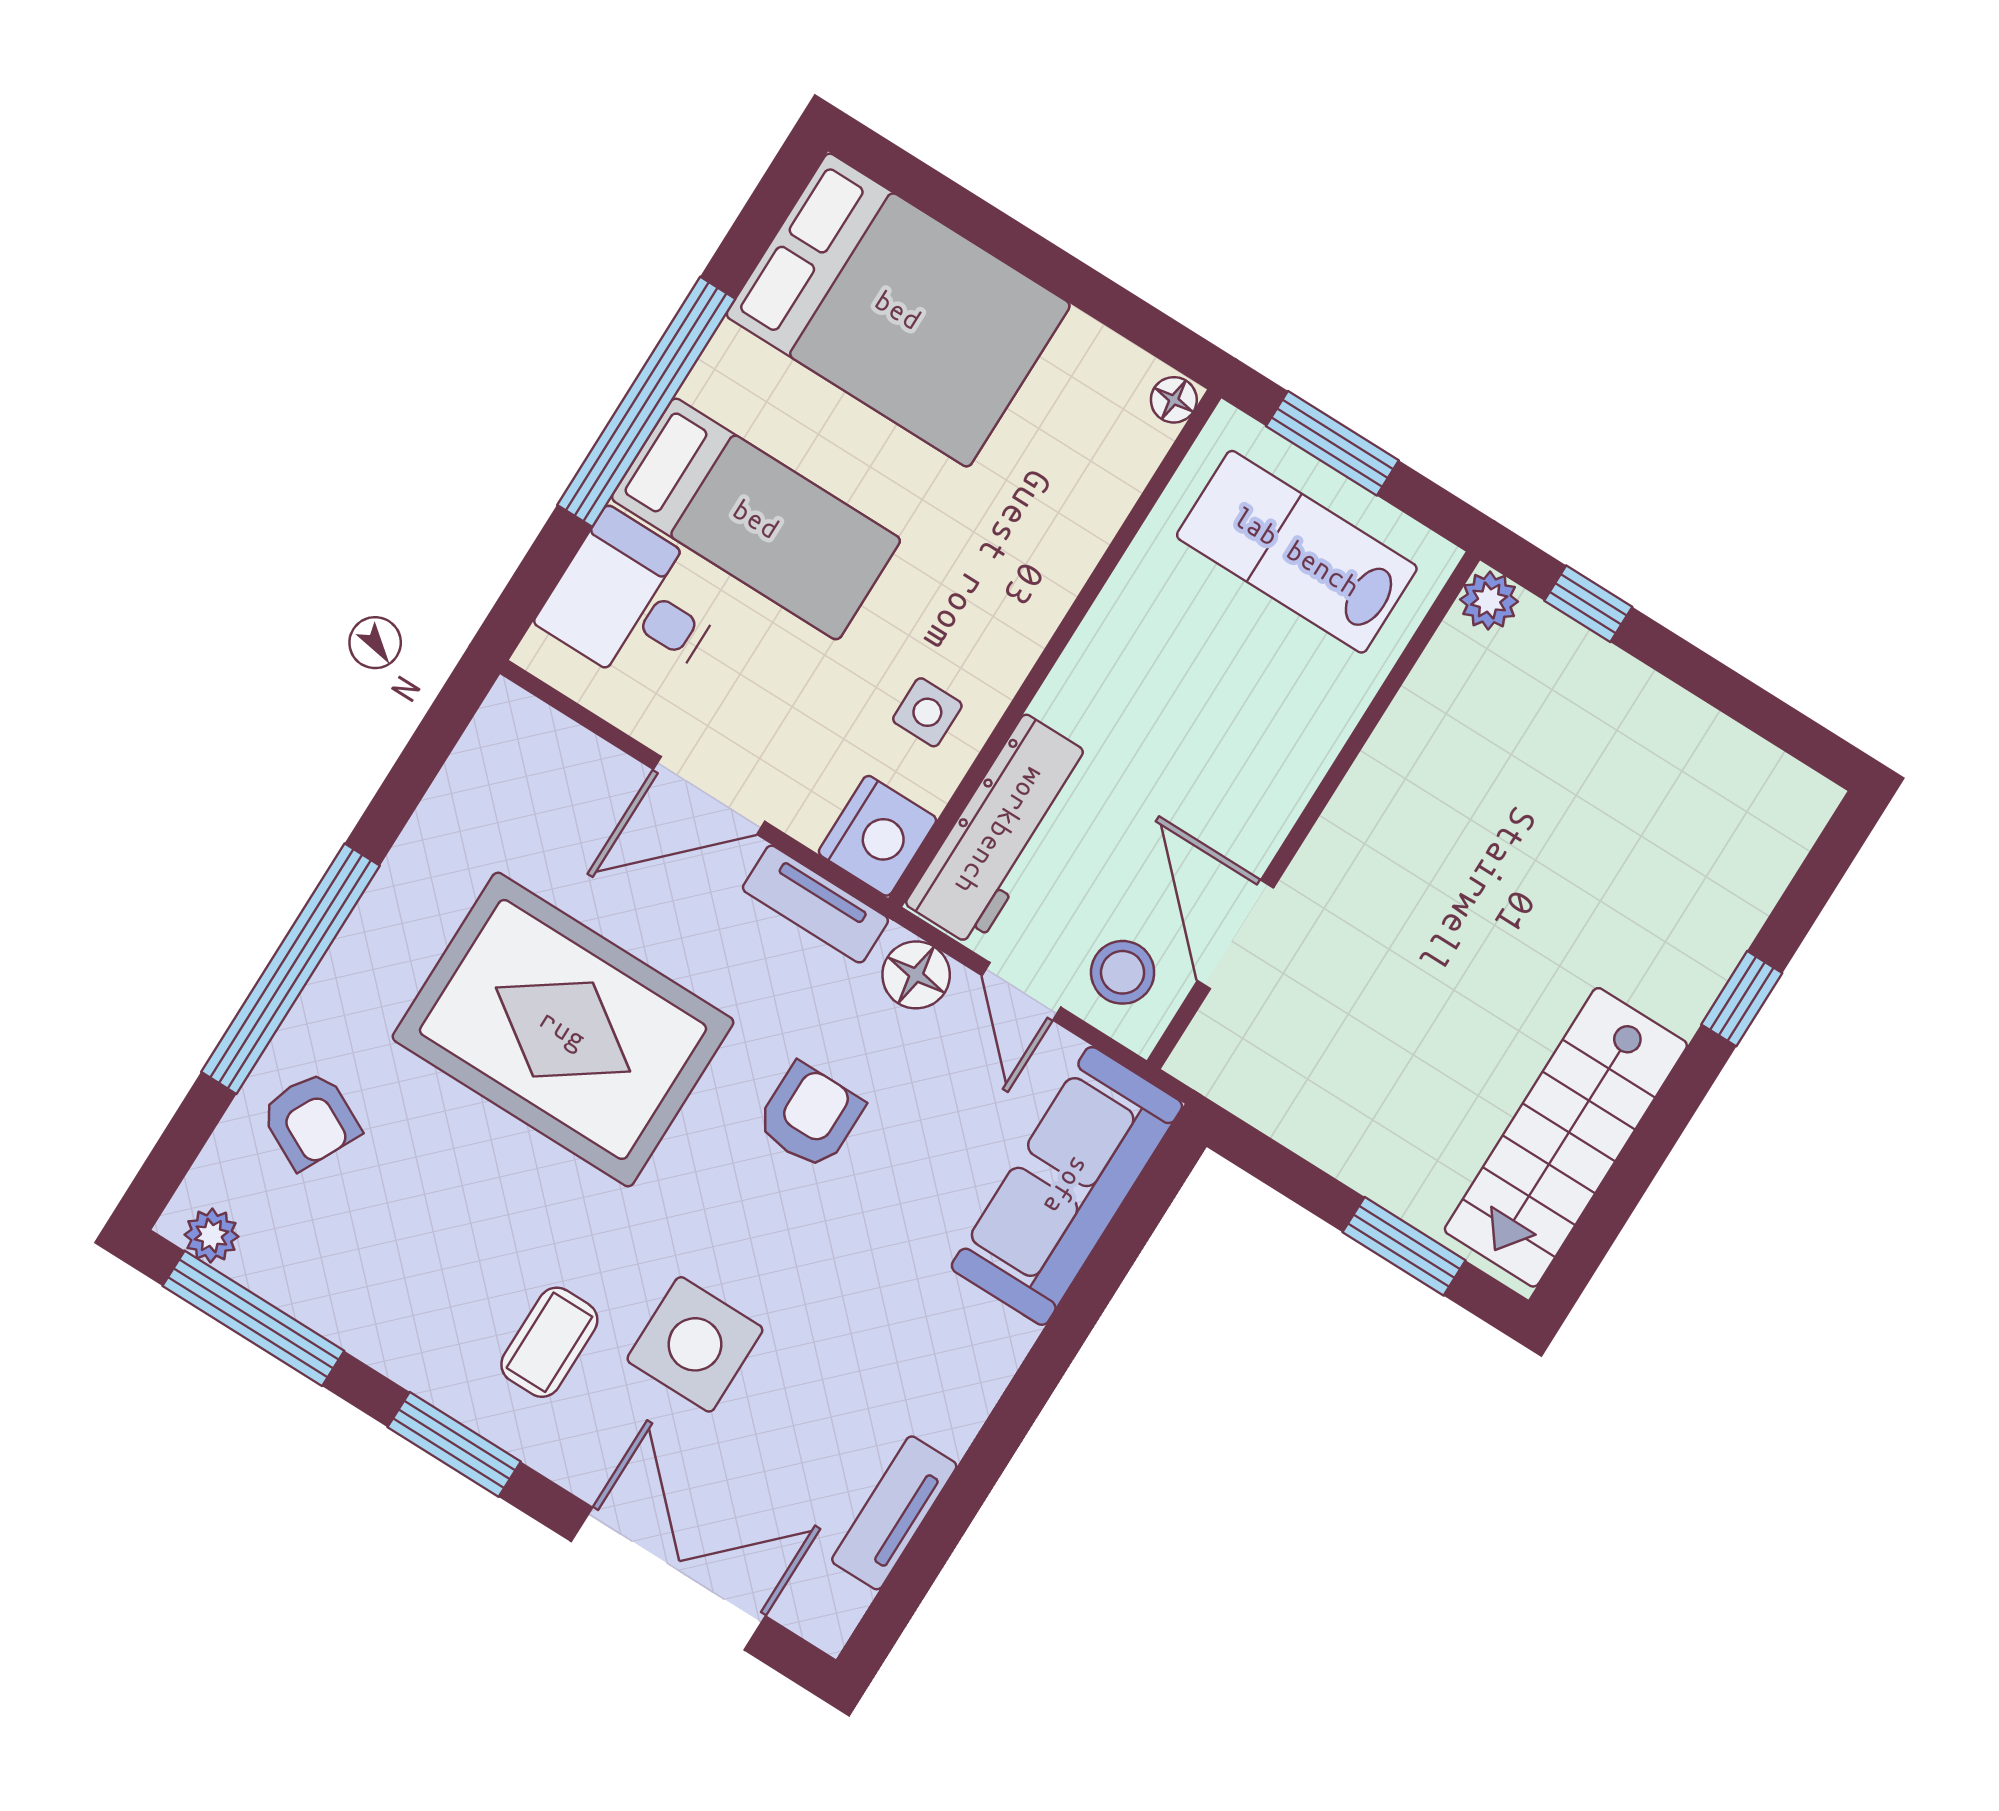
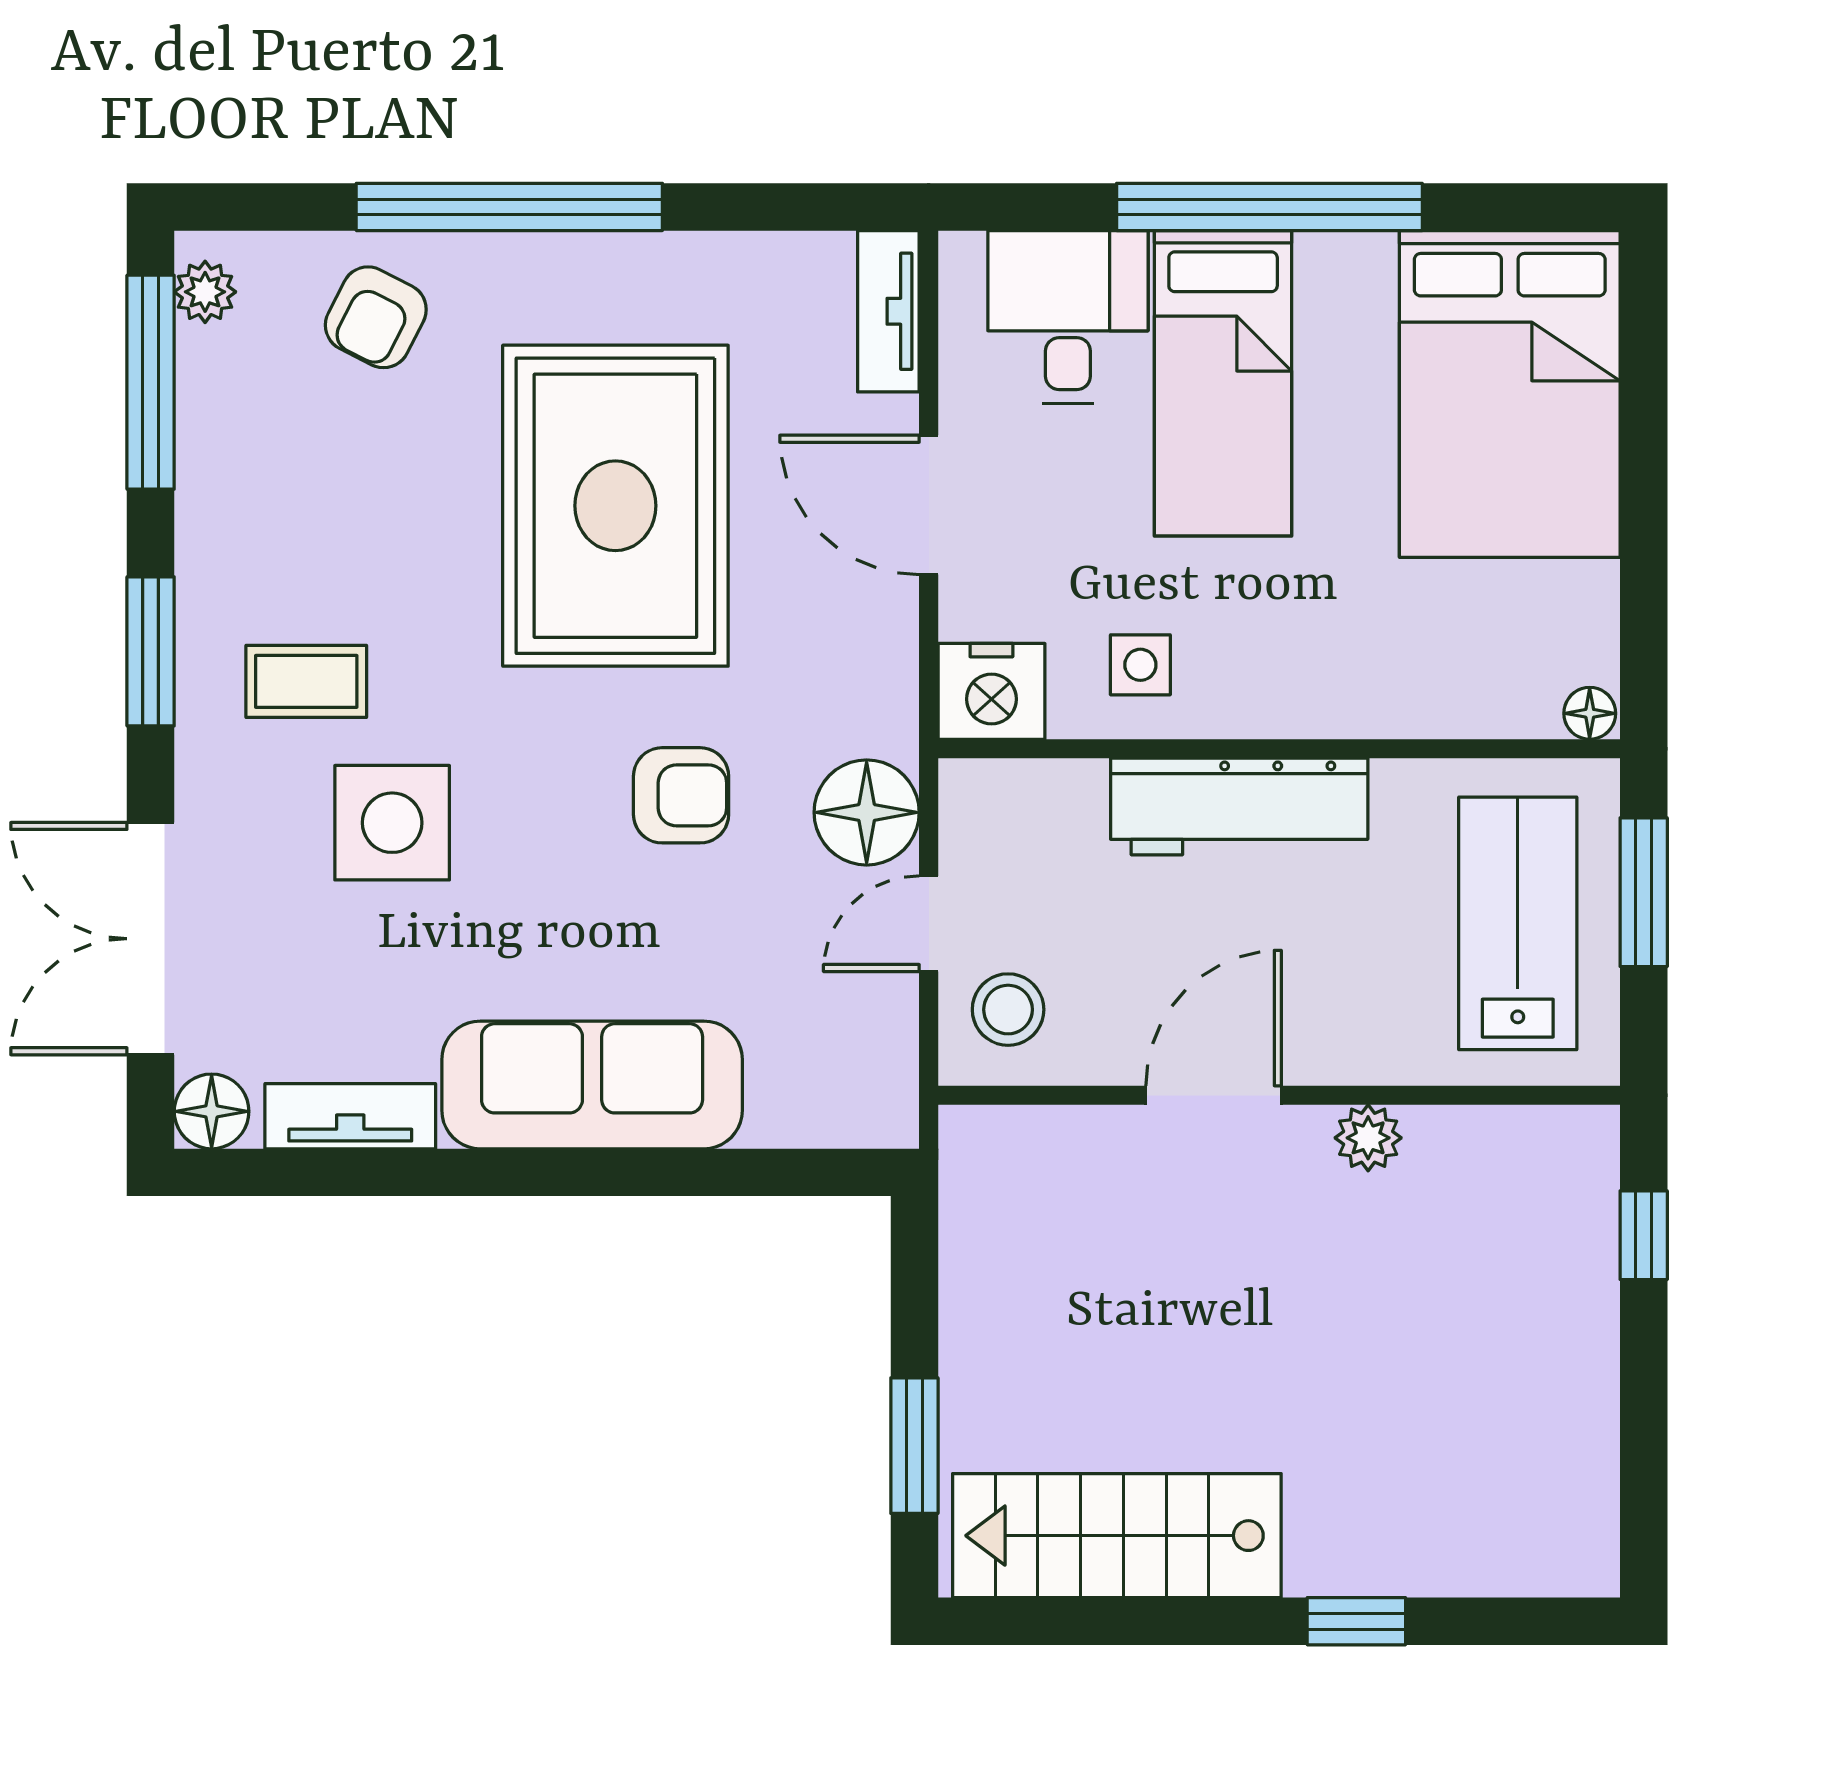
plant: (1489, 601) -> (1368, 1138), moved
workbench: (1000, 831) -> (1239, 806), moved
tv unit: (815, 904) -> (888, 311), moved
door: (1235, 934) -> (1214, 1095), moved
floor lamp: (916, 975) -> (867, 812), width x1.38, depth x1.38
sofa: (1067, 1186) -> (592, 1085), moved
double door: (668, 1579) -> (151, 939), swing flipped
floor lamp: (826, 1614) -> (212, 1111), added

